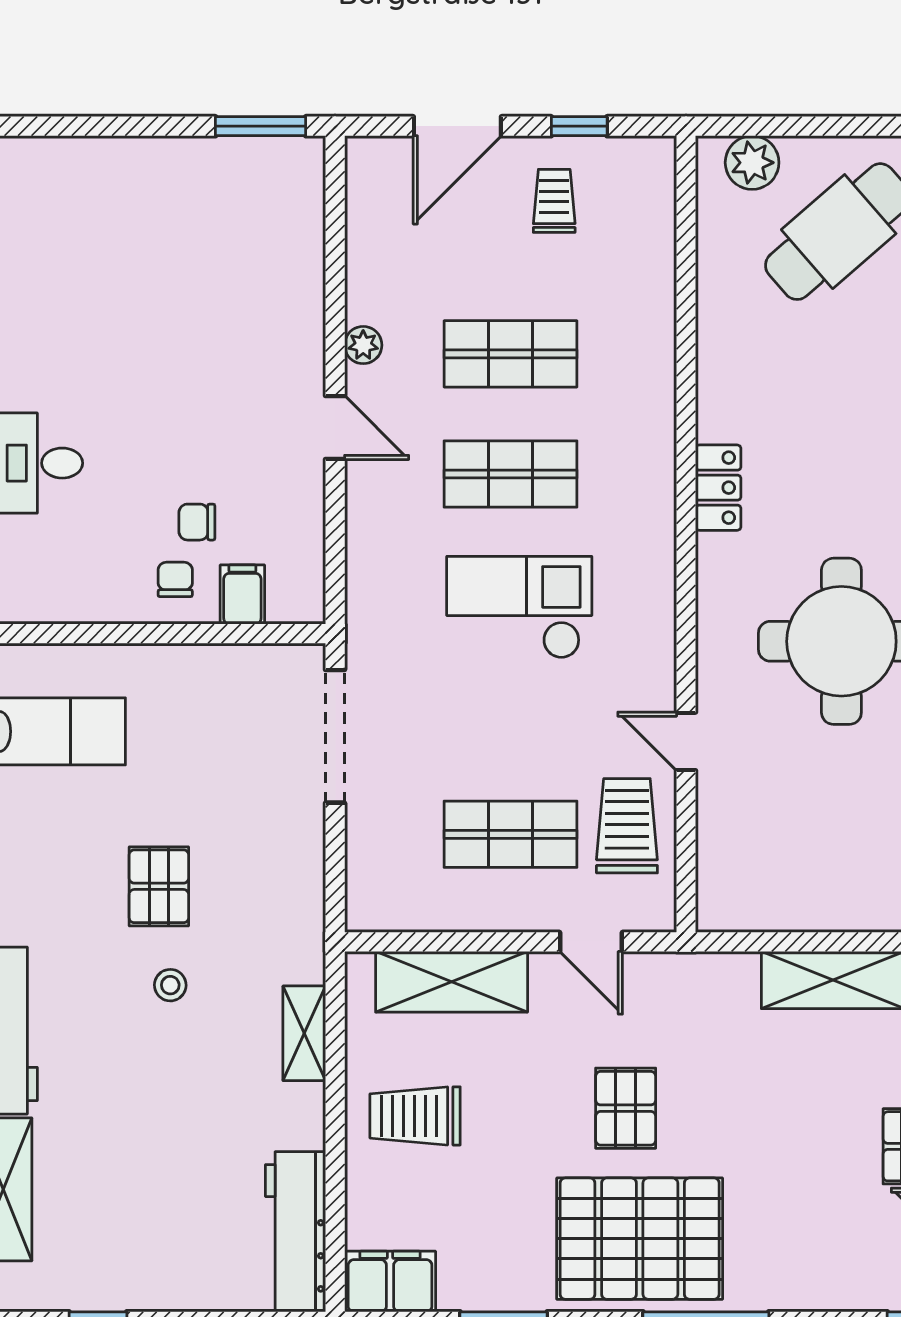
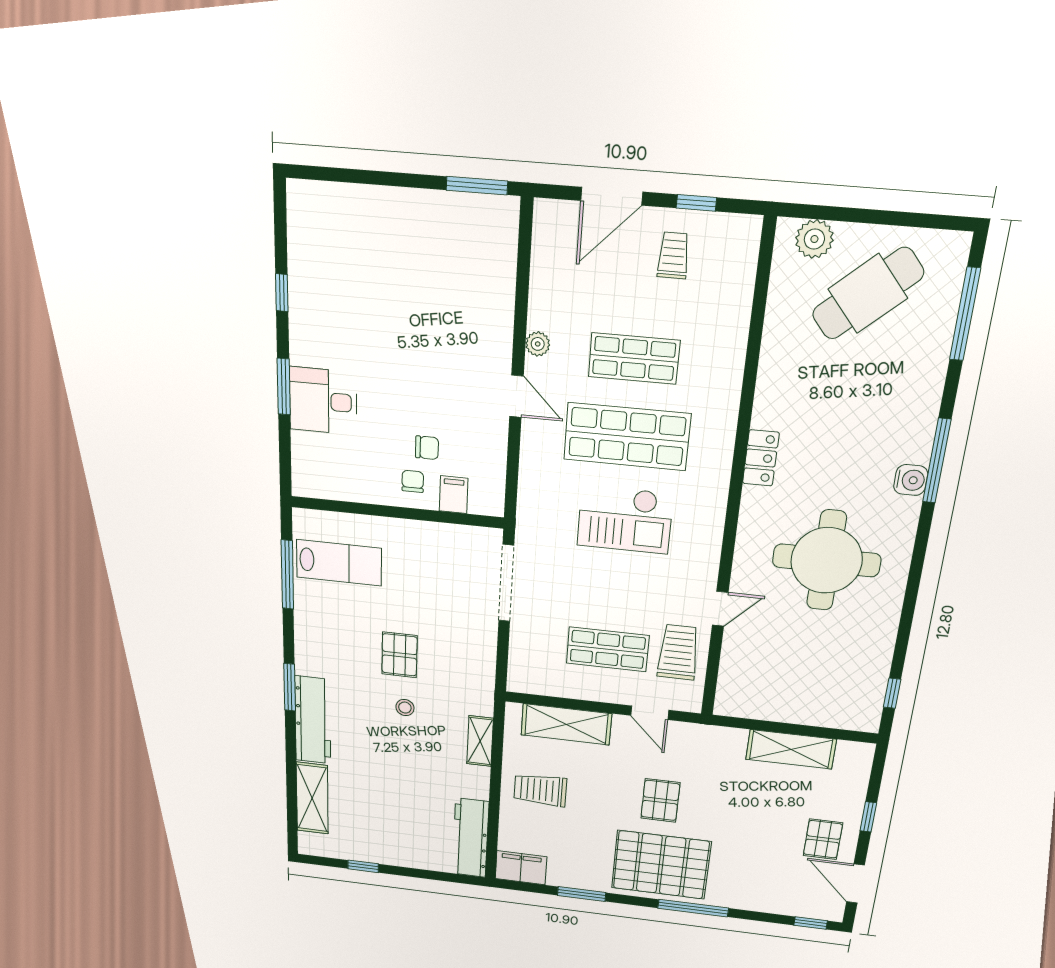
shop shelf: (511, 474) -> (627, 437), width x1.43, depth x1.36
chair: (197, 522) -> (427, 448), turned 180
checkout: (519, 607) -> (625, 519), turned 180
door: (686, 741) -> (720, 609), swing flipped

